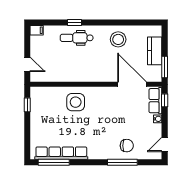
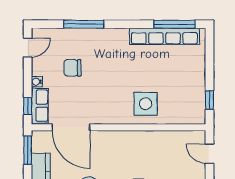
chair: (127, 146) -> (72, 68), moved

